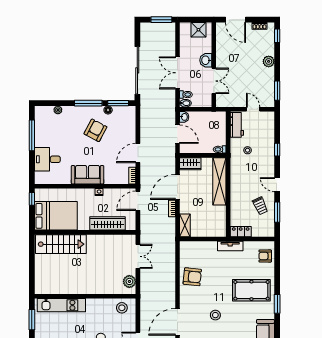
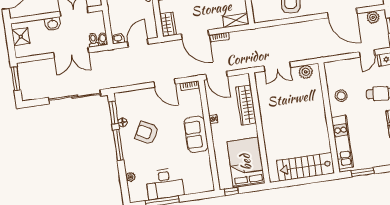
desk: (47, 159) -> (165, 184), moved, width x1.37
stairs: (61, 244) -> (305, 167), moved, turned -90
double door: (138, 256) -> (277, 67), swing flipped
stool: (122, 308) -> (341, 96), moved

